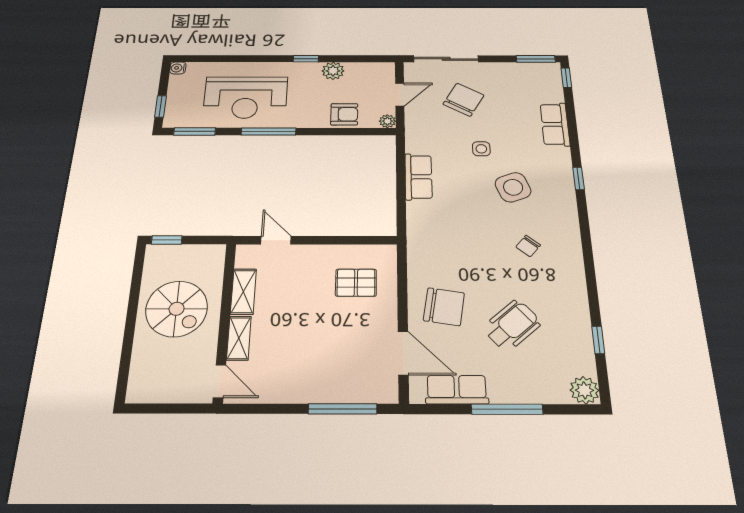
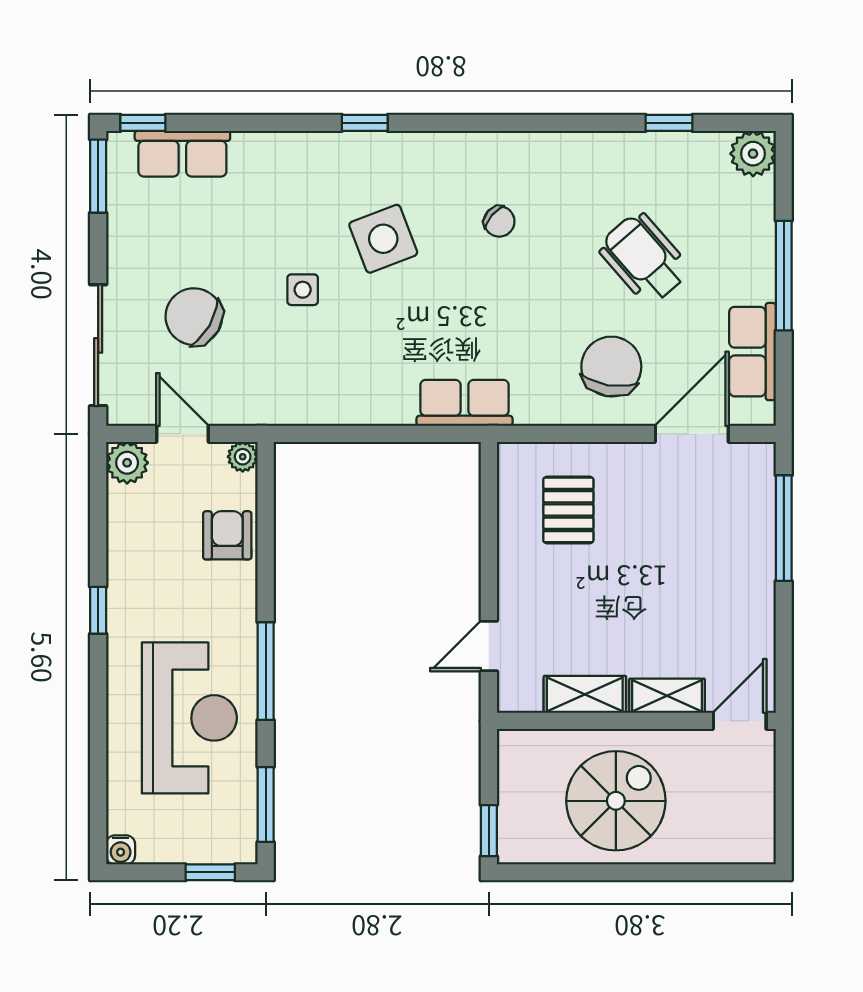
plant: (333, 71) -> (127, 463), moved
row of seats: (555, 124) -> (182, 154), moved
row of seats: (418, 177) -> (464, 403), moved

